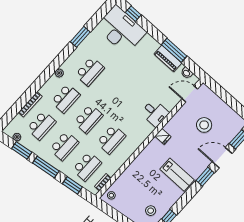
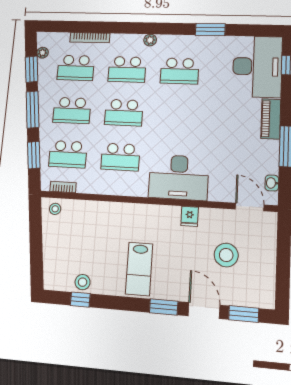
piano: (168, 58) -> (271, 119), moved
desk: (155, 113) -> (179, 177), width x1.87, depth x1.30
fridge: (163, 136) -> (190, 216), moved
stool: (151, 211) -> (83, 282), moved

